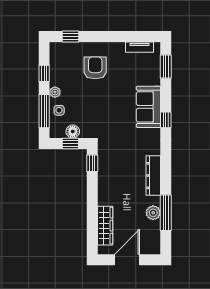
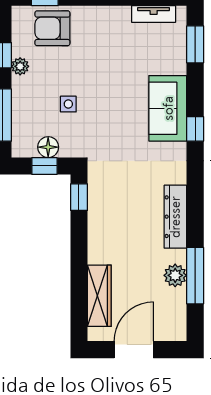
armchair: (95, 68) -> (52, 28), moved, turned -90
plant: (55, 92) -> (20, 66), moved
side table: (59, 110) -> (68, 104), moved

